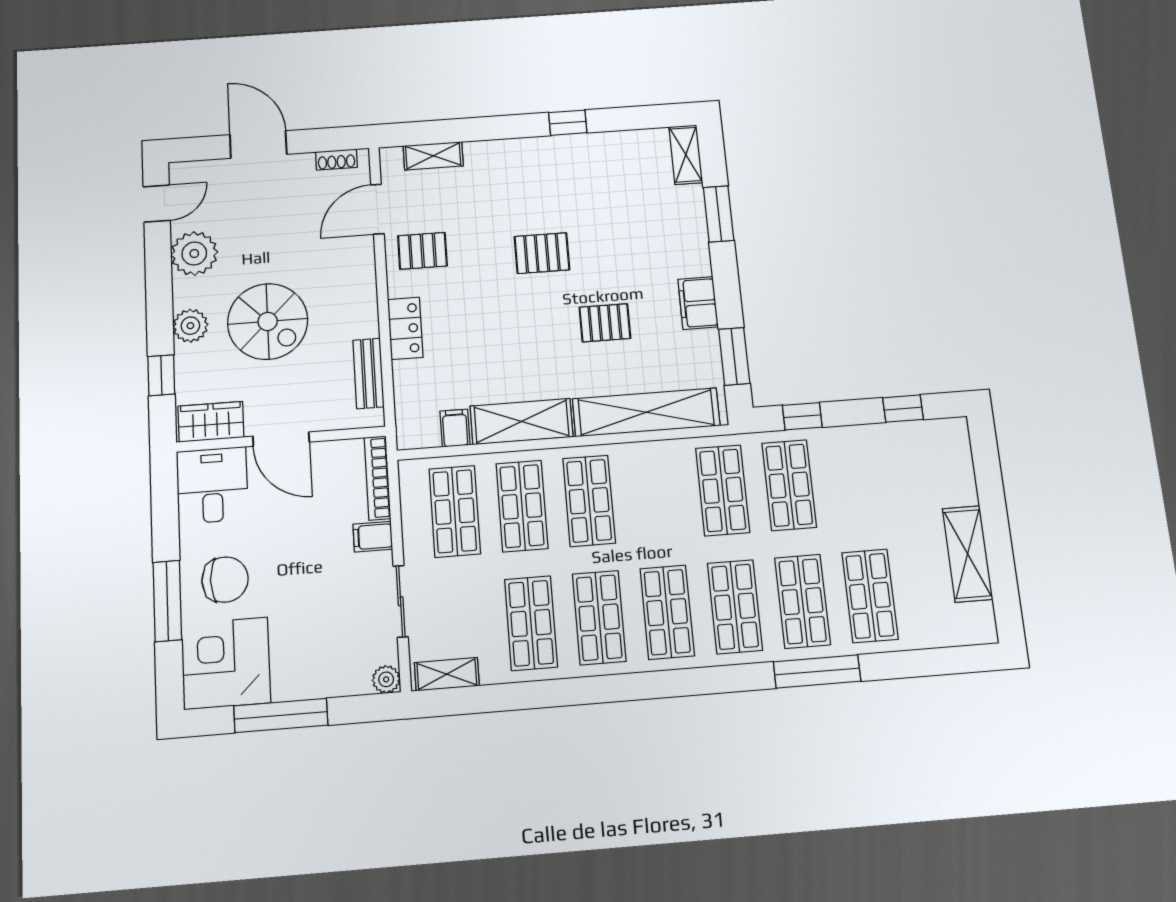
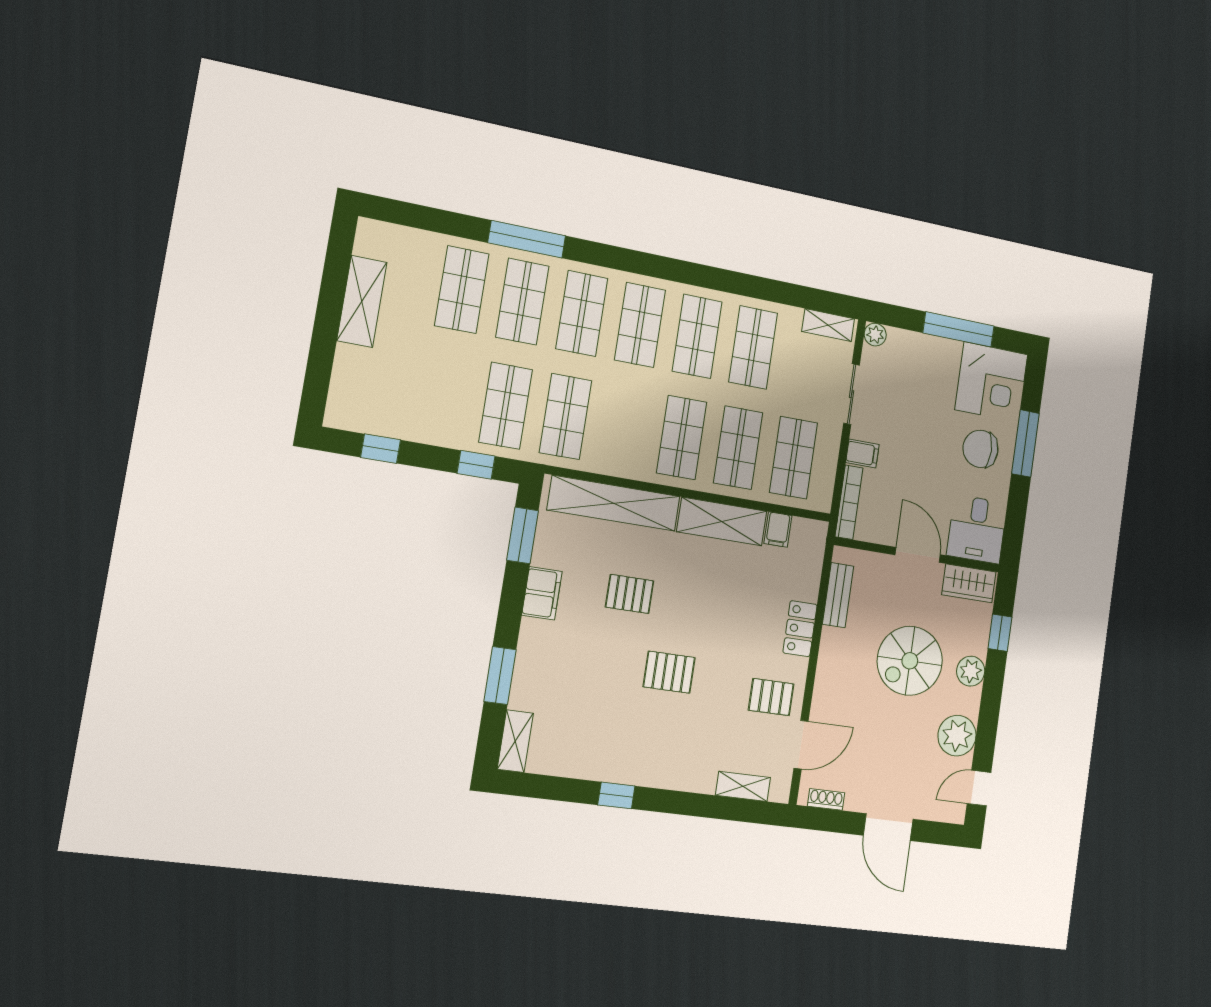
spiral stairs: (268, 321) -> (910, 661), turned -90

